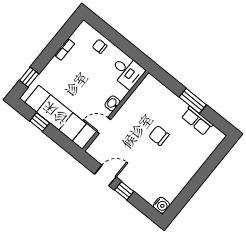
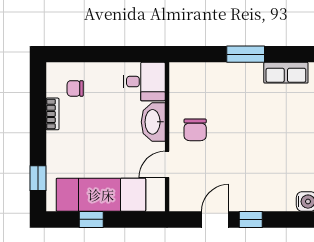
chair: (100, 46) -> (75, 88), moved
washbasin: (112, 103) -> (153, 122), width x1.91, depth x1.45
row of seats: (197, 121) -> (286, 73), moved
chair: (159, 136) -> (195, 130), moved, turned -90

